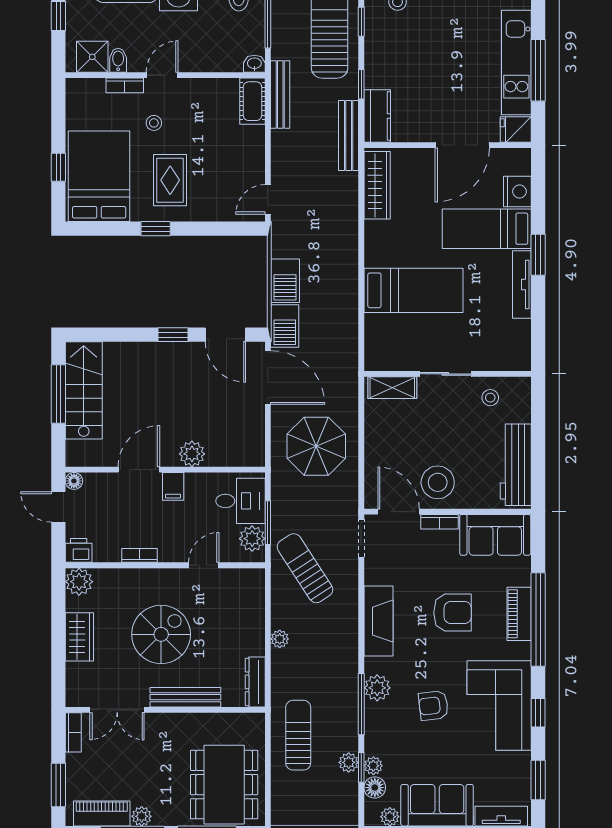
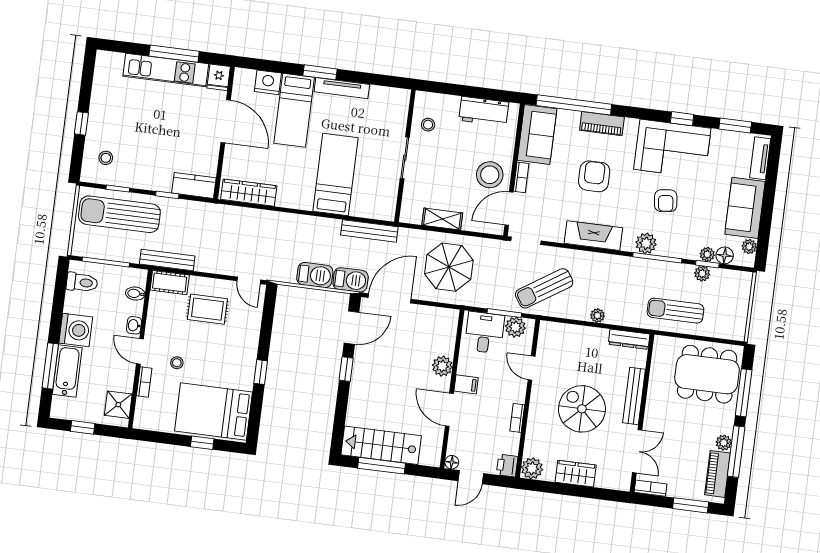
bidet: (118, 60) -> (135, 294), moved
washbasin: (254, 64) -> (134, 325), moved
bench: (349, 135) -> (369, 231), moved
rug: (170, 180) -> (207, 309), moved
shelving: (392, 388) -> (442, 219), moved, turned 90
workbench: (516, 465) -> (484, 111), width x0.73
window: (538, 619) -> (574, 105), moved

